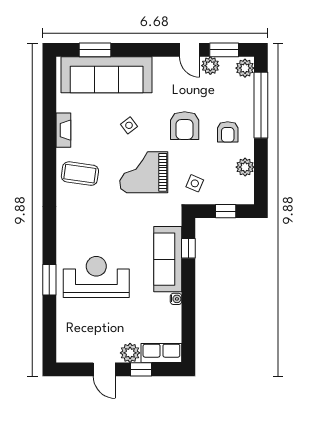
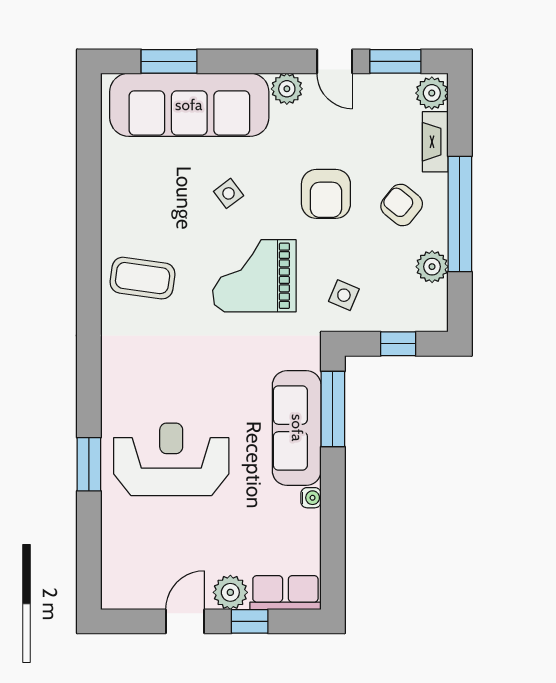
plant: (210, 66) -> (287, 89), moved
window: (261, 105) -> (460, 214), moved
fireplace: (63, 130) -> (435, 142), moved, turned 180
armchair: (228, 132) -> (402, 205), turned 129
window: (188, 248) -> (333, 409), width x2.17
door: (104, 369) -> (185, 621), swing flipped

